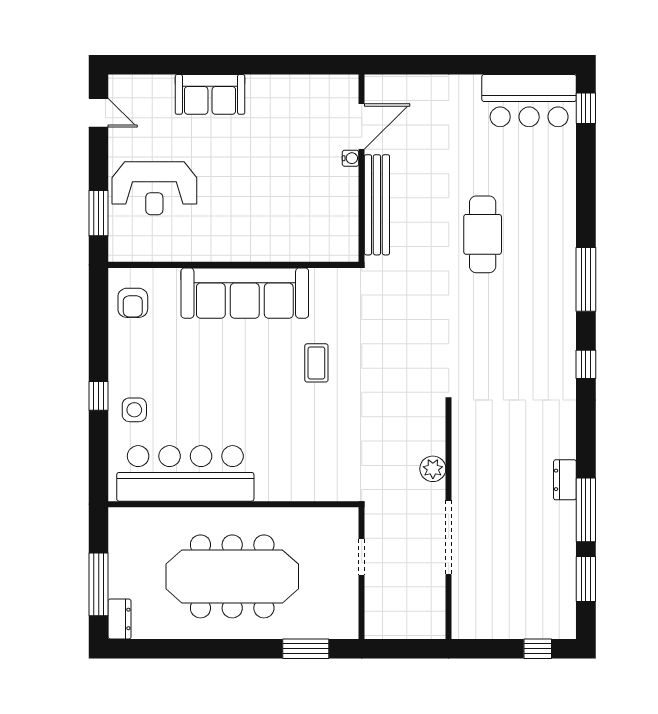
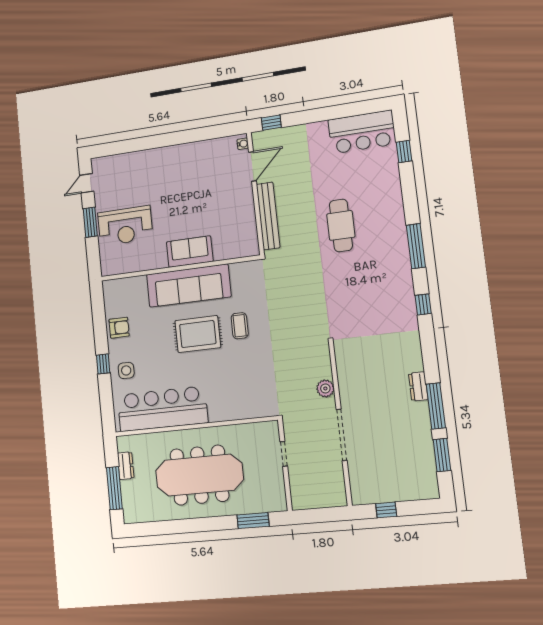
window: (397, 65) -> (271, 123), added
sofa: (210, 94) -> (190, 252), moved, turned 180
window: (586, 108) -> (404, 152), moved
door: (99, 113) -> (87, 183), swing flipped
water cooler: (351, 158) -> (243, 144), moved
window: (99, 213) -> (90, 222), moved
armchair: (133, 303) -> (119, 328), moved, turned -90
rug: (251, 368) -> (198, 334), added
dresser: (120, 619) -> (126, 466), moved
window: (538, 649) -> (386, 510), moved

